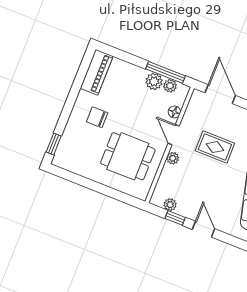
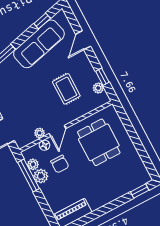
chair: (97, 117) -> (60, 164), moved
rug: (215, 147) -> (66, 89), moved
plant: (173, 158) -> (40, 133), moved
door: (204, 229) -> (83, 40), moved

